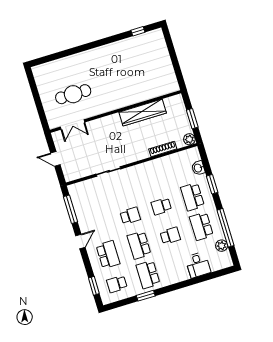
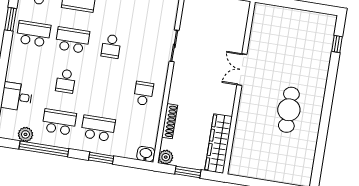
window: (138, 31) -> (337, 44), moved
cafe table: (73, 94) -> (289, 110), moved
wardrobe: (143, 113) -> (219, 144), moved
double door: (72, 125) -> (242, 70), moved
washbasin: (198, 168) -> (146, 154), moved
school desk: (161, 206) -> (143, 94), moved

